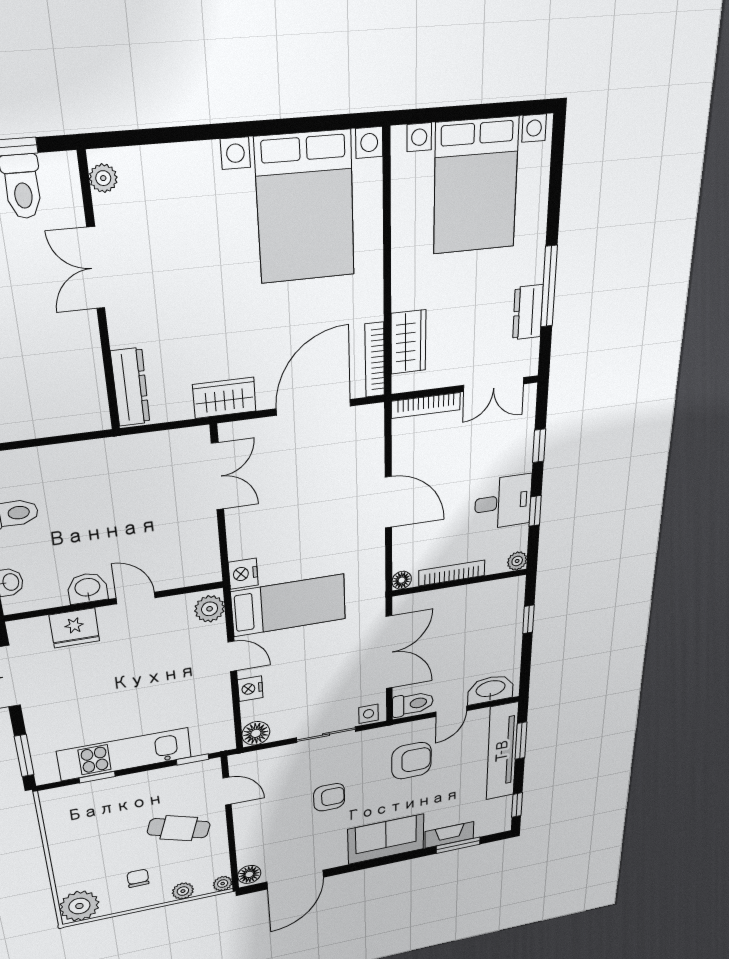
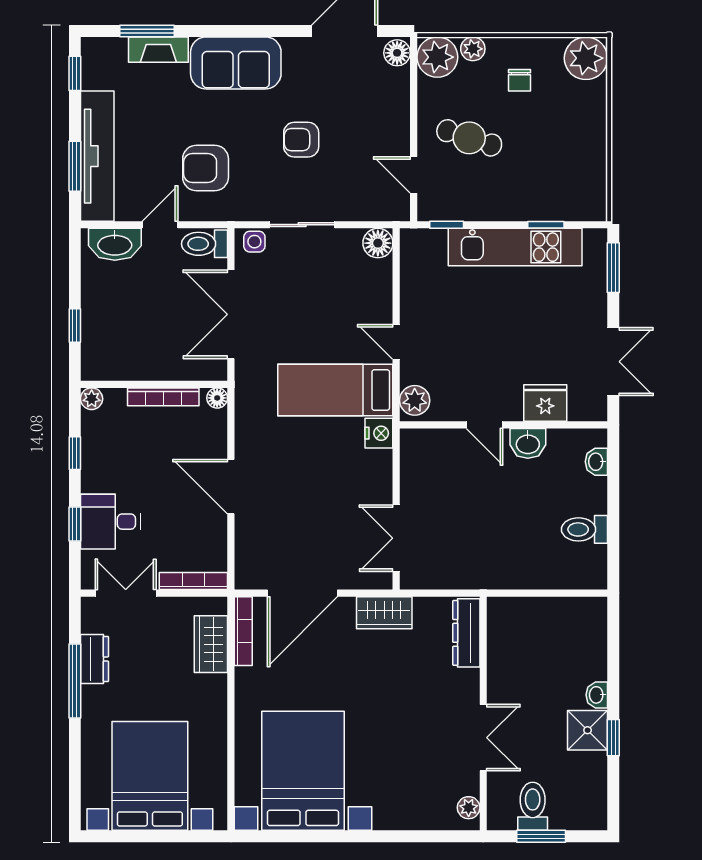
desk: (503, 502) -> (110, 522), moved
nightstand: (250, 689) -> (380, 300), removed
plant: (223, 884) -> (437, 57), width x1.87, depth x1.87

